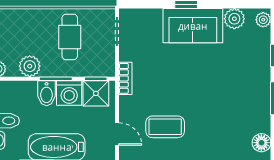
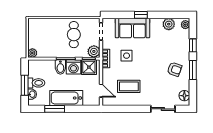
sofa: (193, 26) -> (132, 28), moved
plant: (30, 66) -> (94, 51), moved
side table: (161, 73) -> (127, 56), added
armchair: (244, 97) -> (175, 69), added

